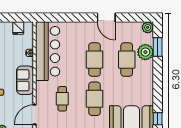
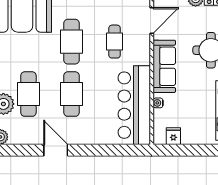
sofa: (25, 80) -> (164, 66), width x1.36

